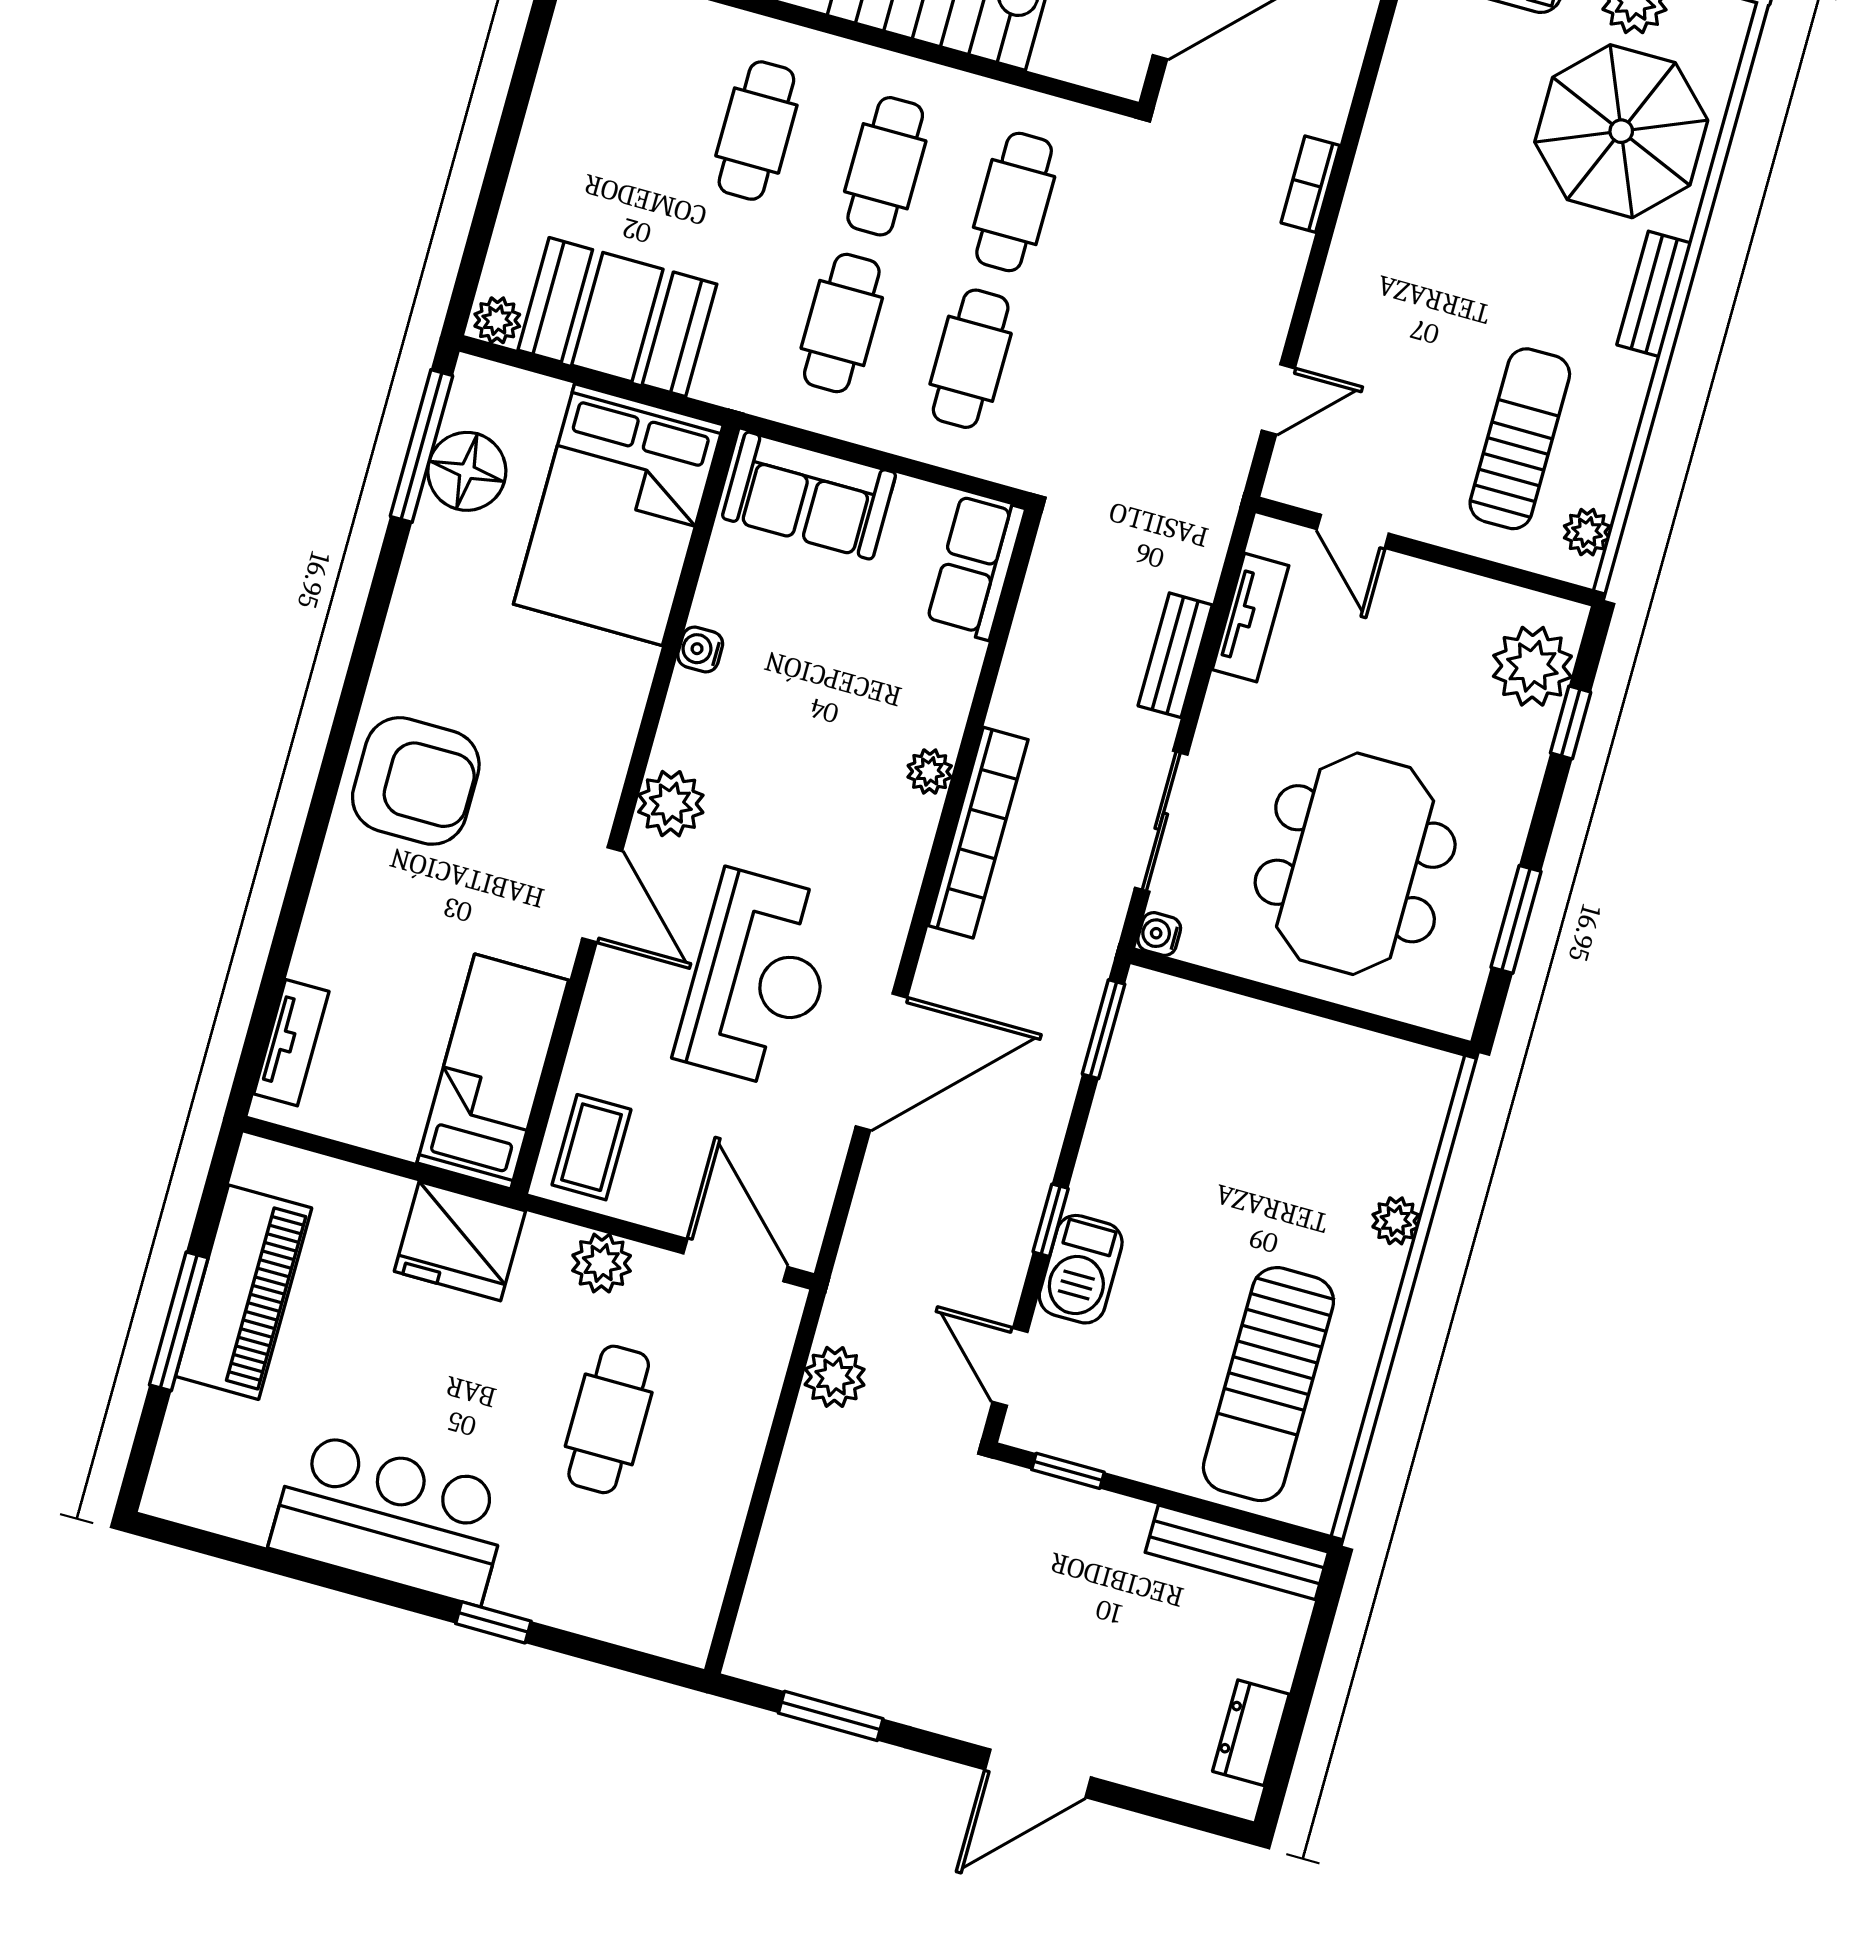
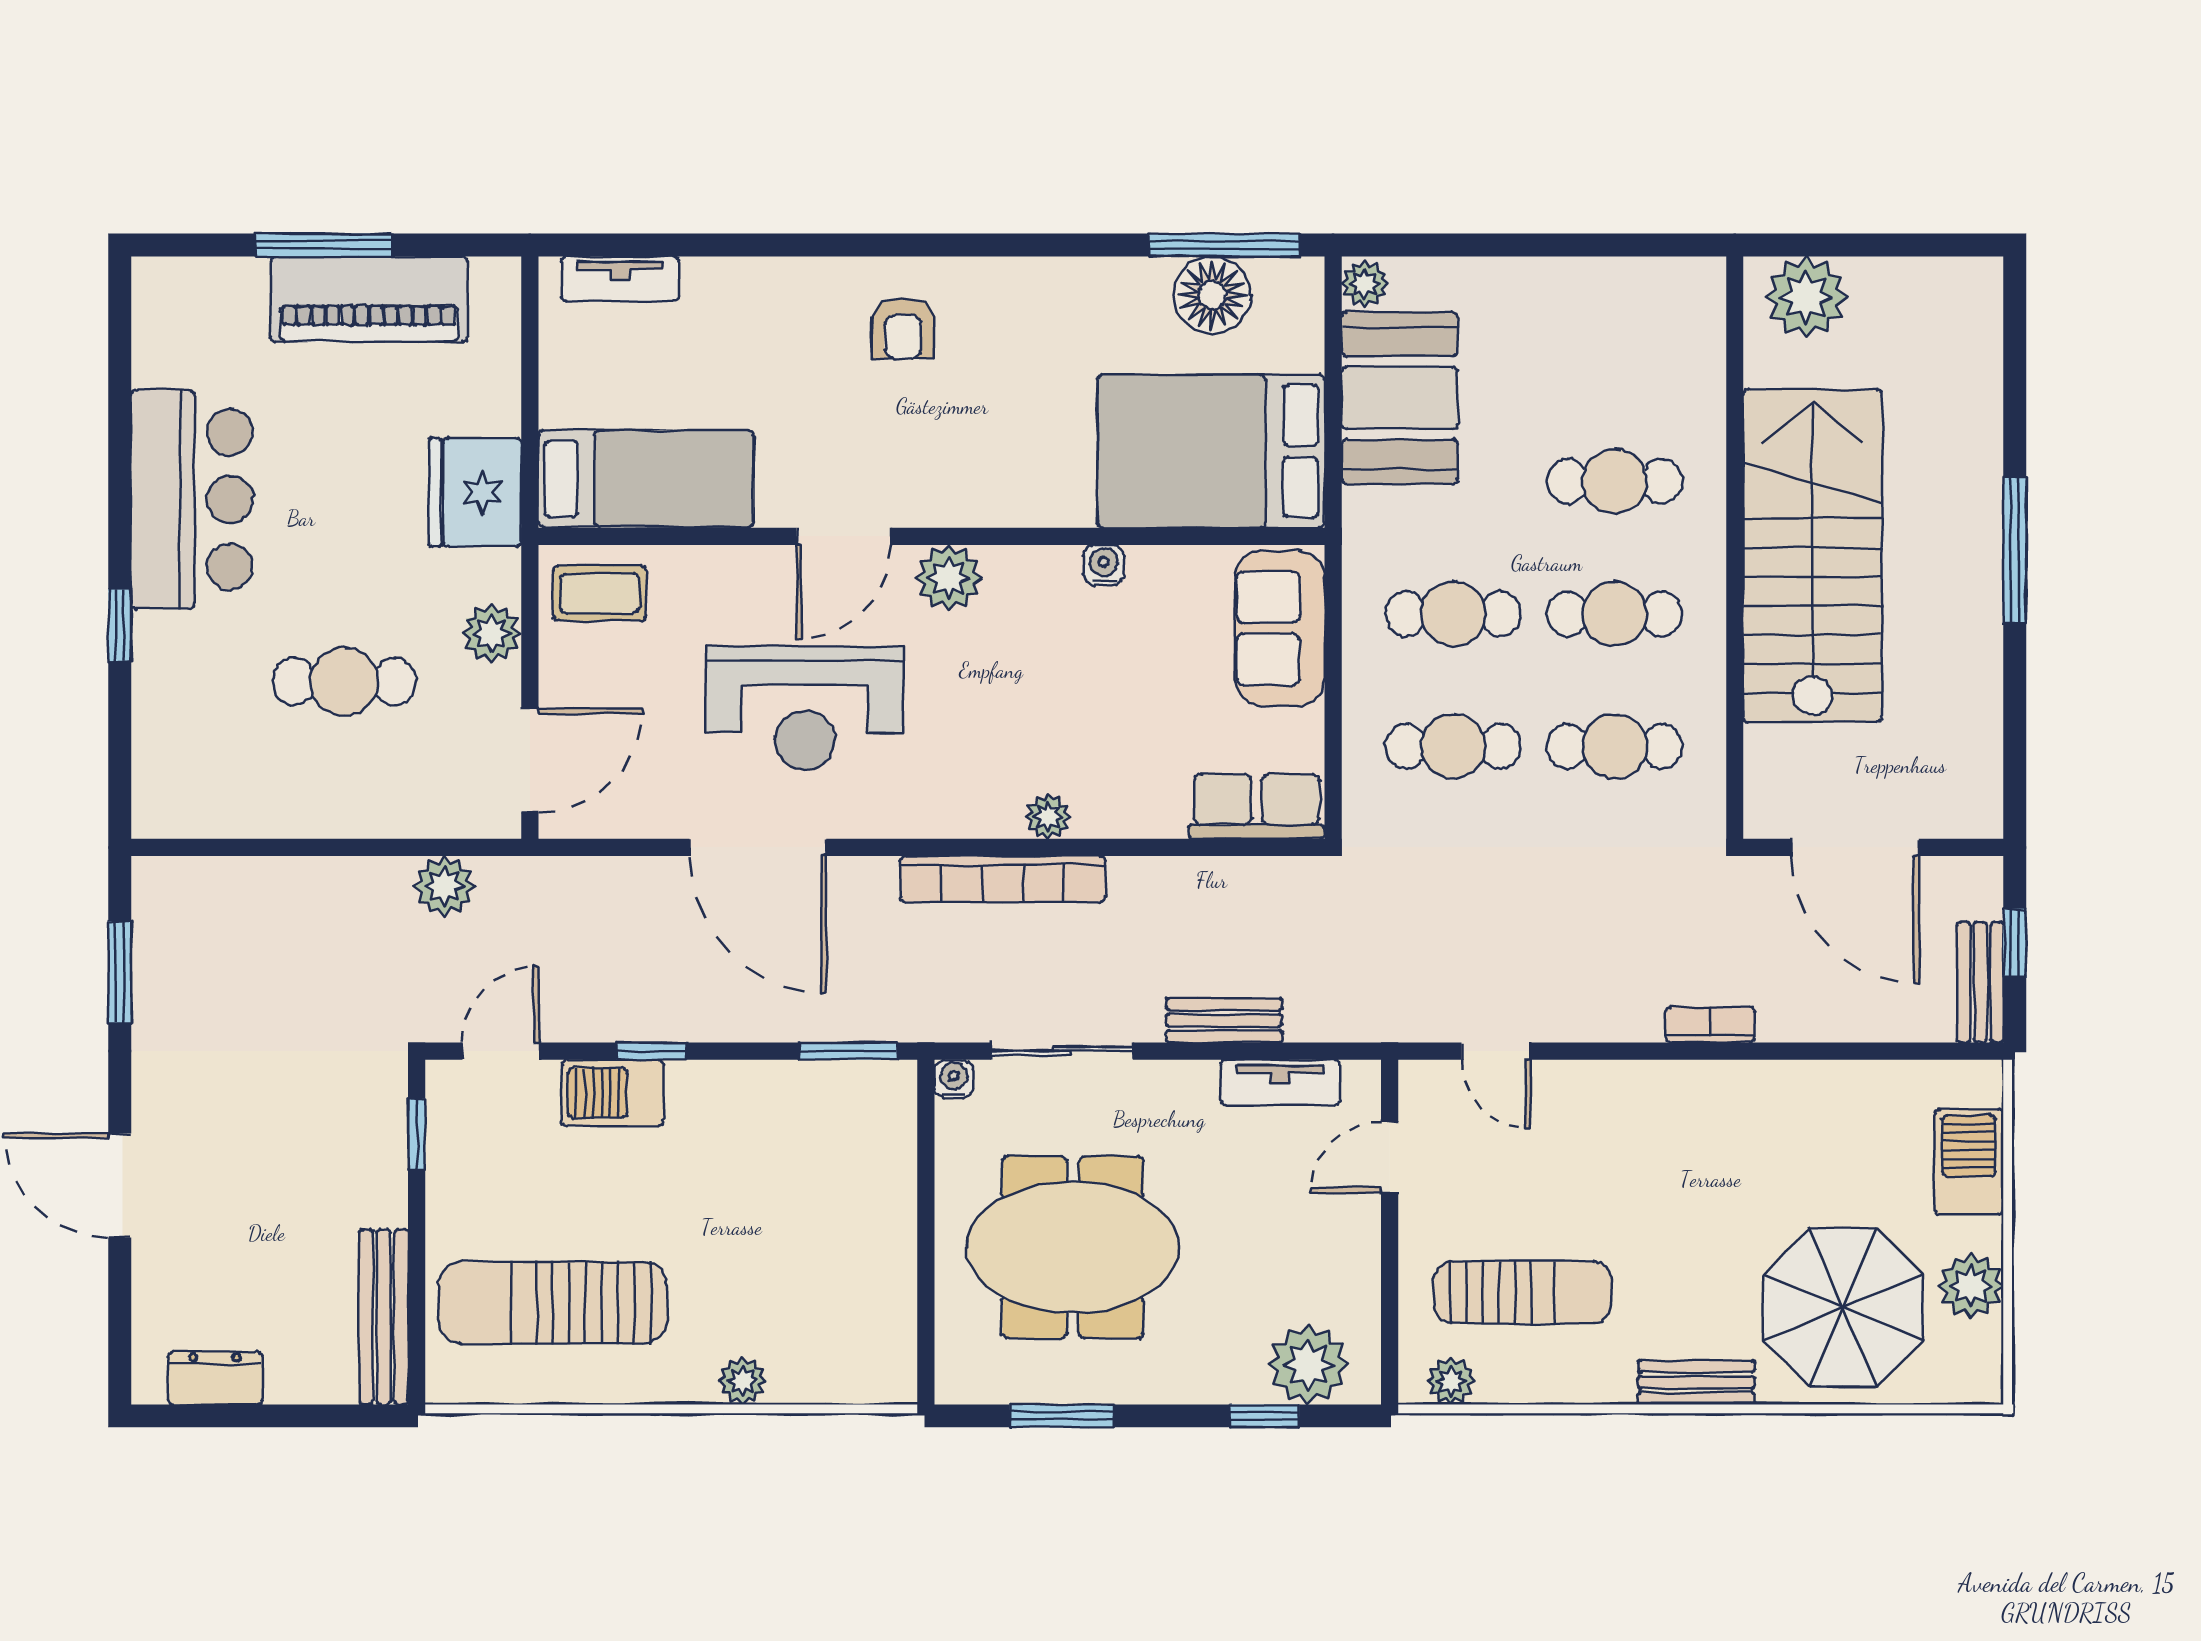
armchair: (416, 781) -> (903, 328), width x0.53, depth x0.53

